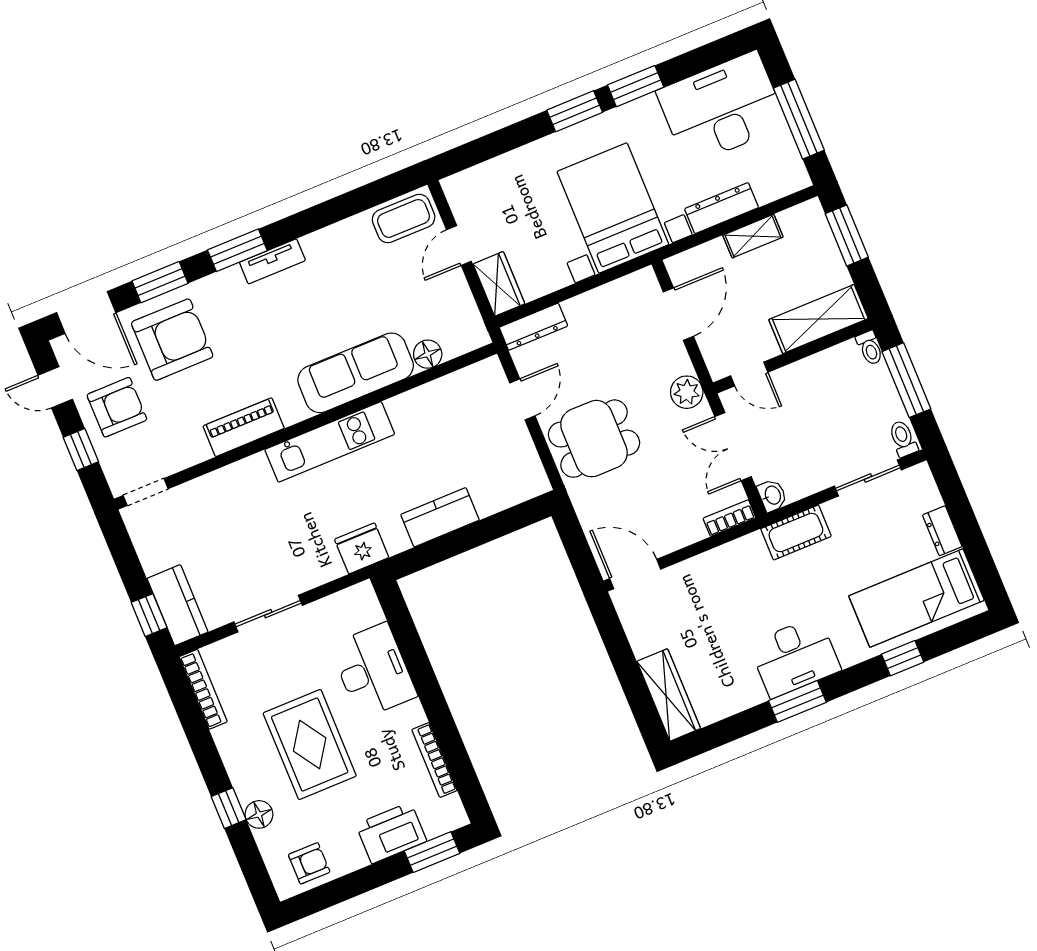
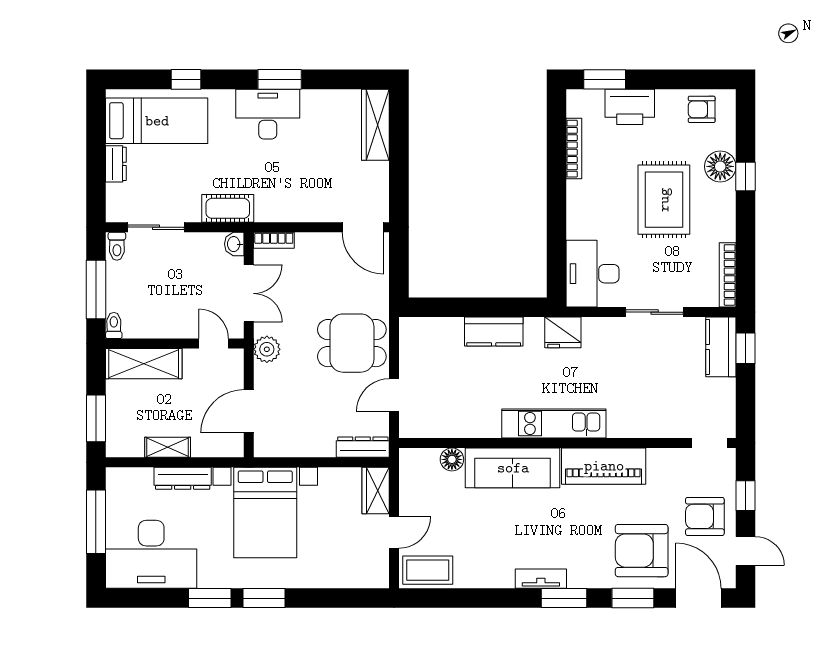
piano: (244, 427) -> (604, 466), width x1.37, depth x1.33
desk: (373, 671) -> (593, 274), moved
floor lamp: (259, 814) -> (720, 166), width x1.38, depth x1.38

